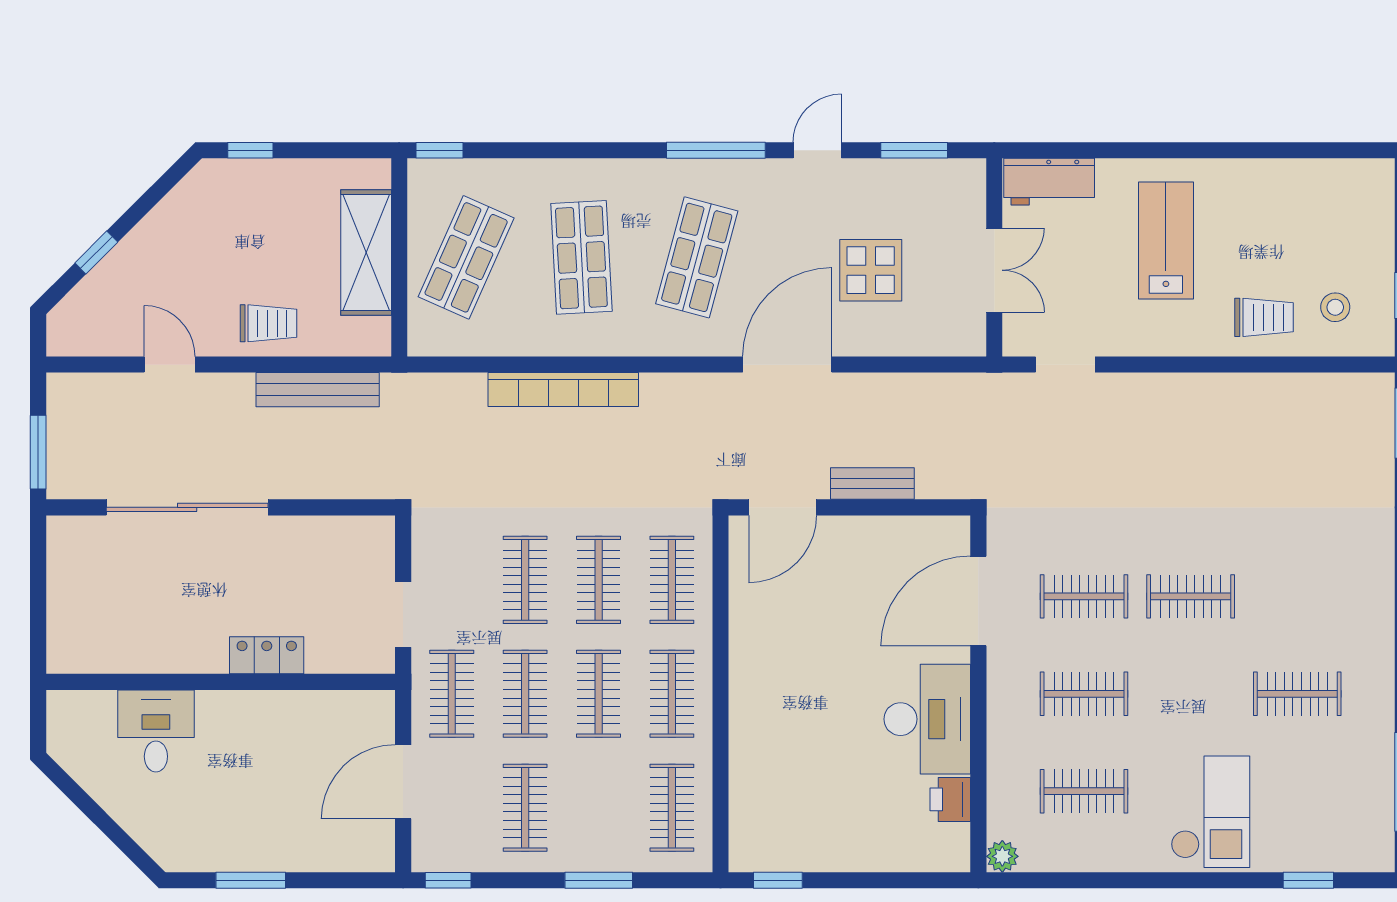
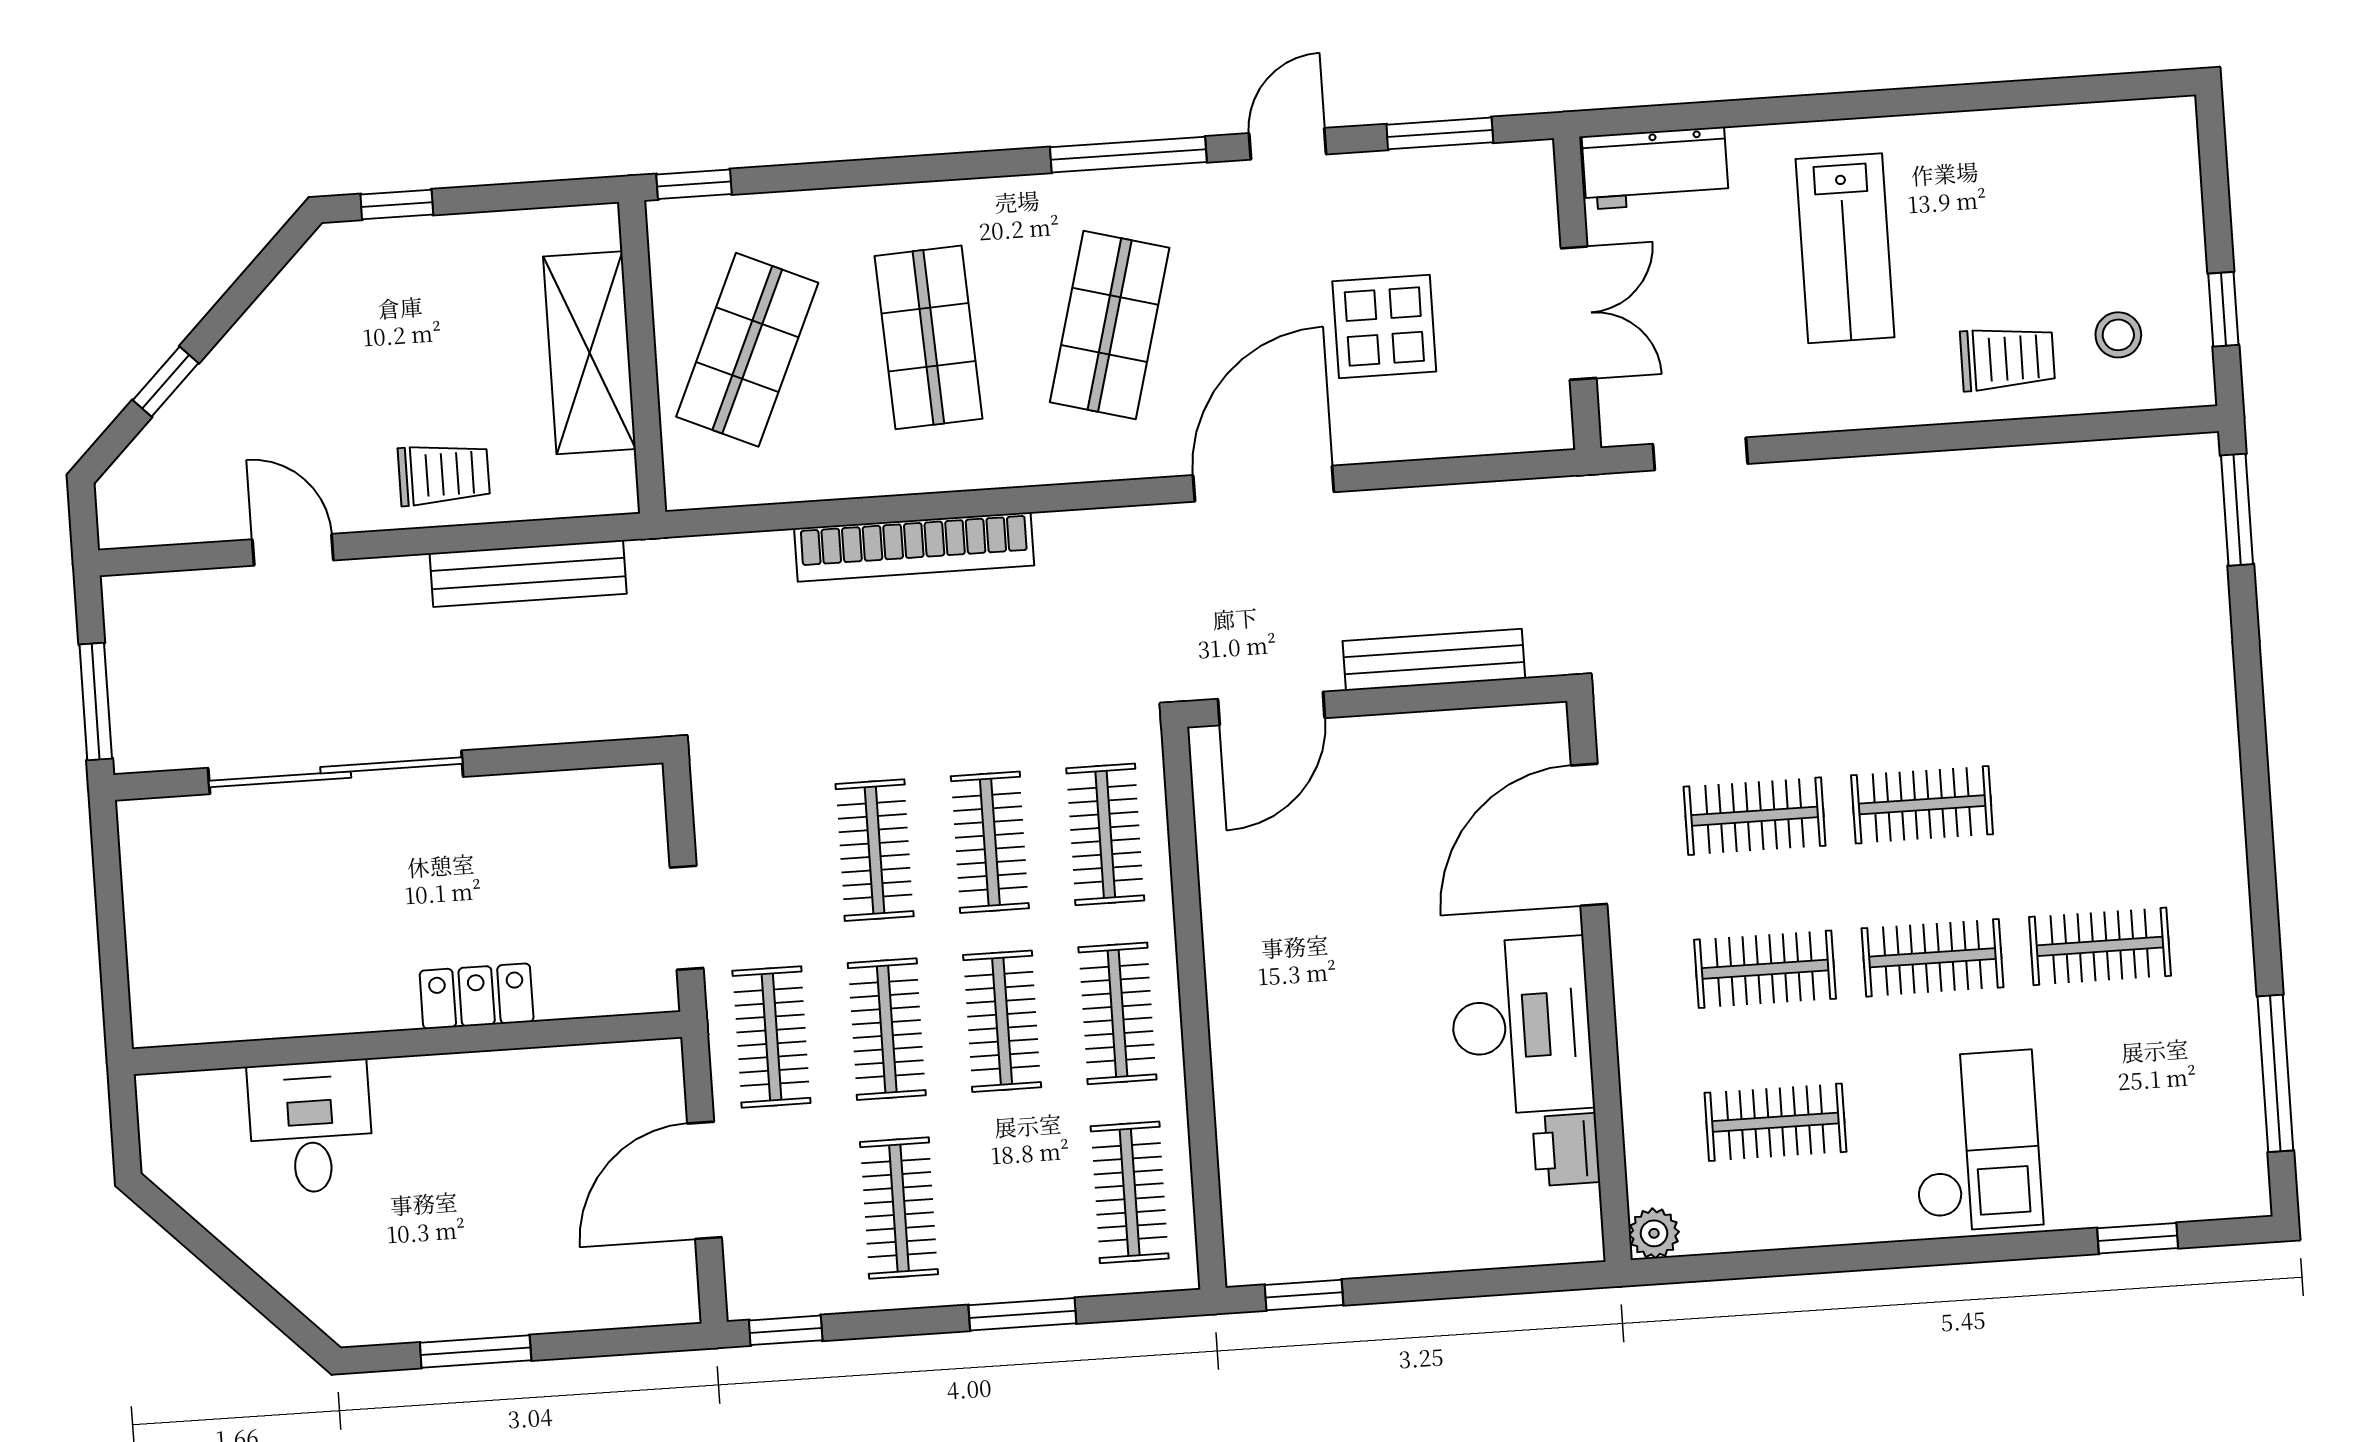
lab bench: (1166, 240) -> (1845, 248), turned 180
bench: (872, 483) -> (1434, 660), width x1.36
clothes rail: (1191, 694) -> (1932, 958), added

